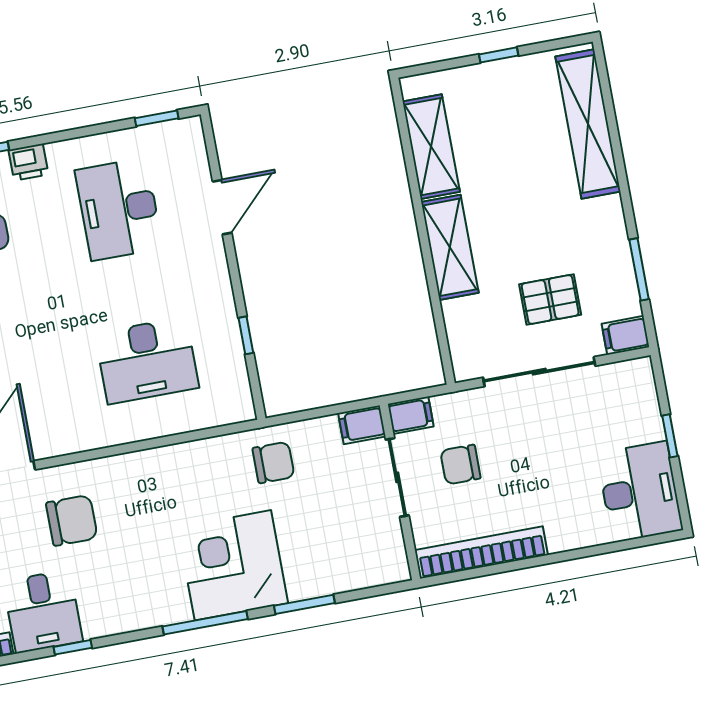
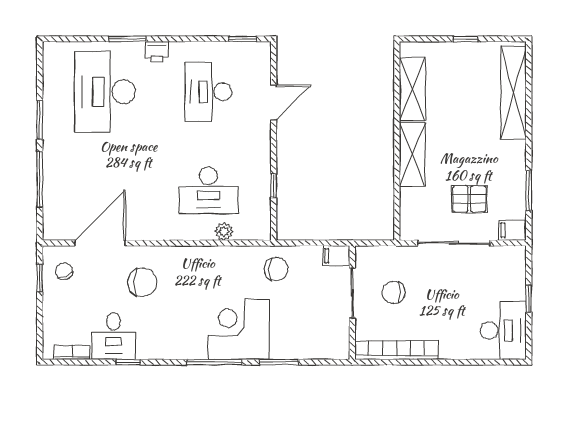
filing cabinet: (411, 415) -> (368, 255), removed
plant: (183, 420) -> (224, 232), added

